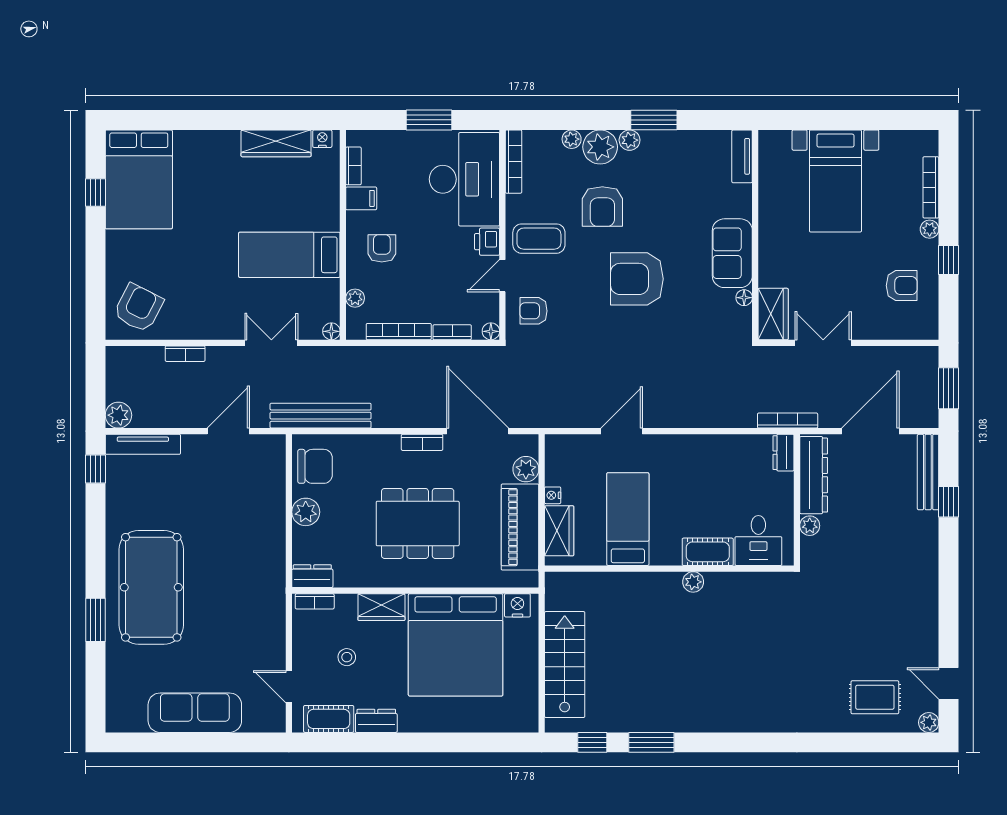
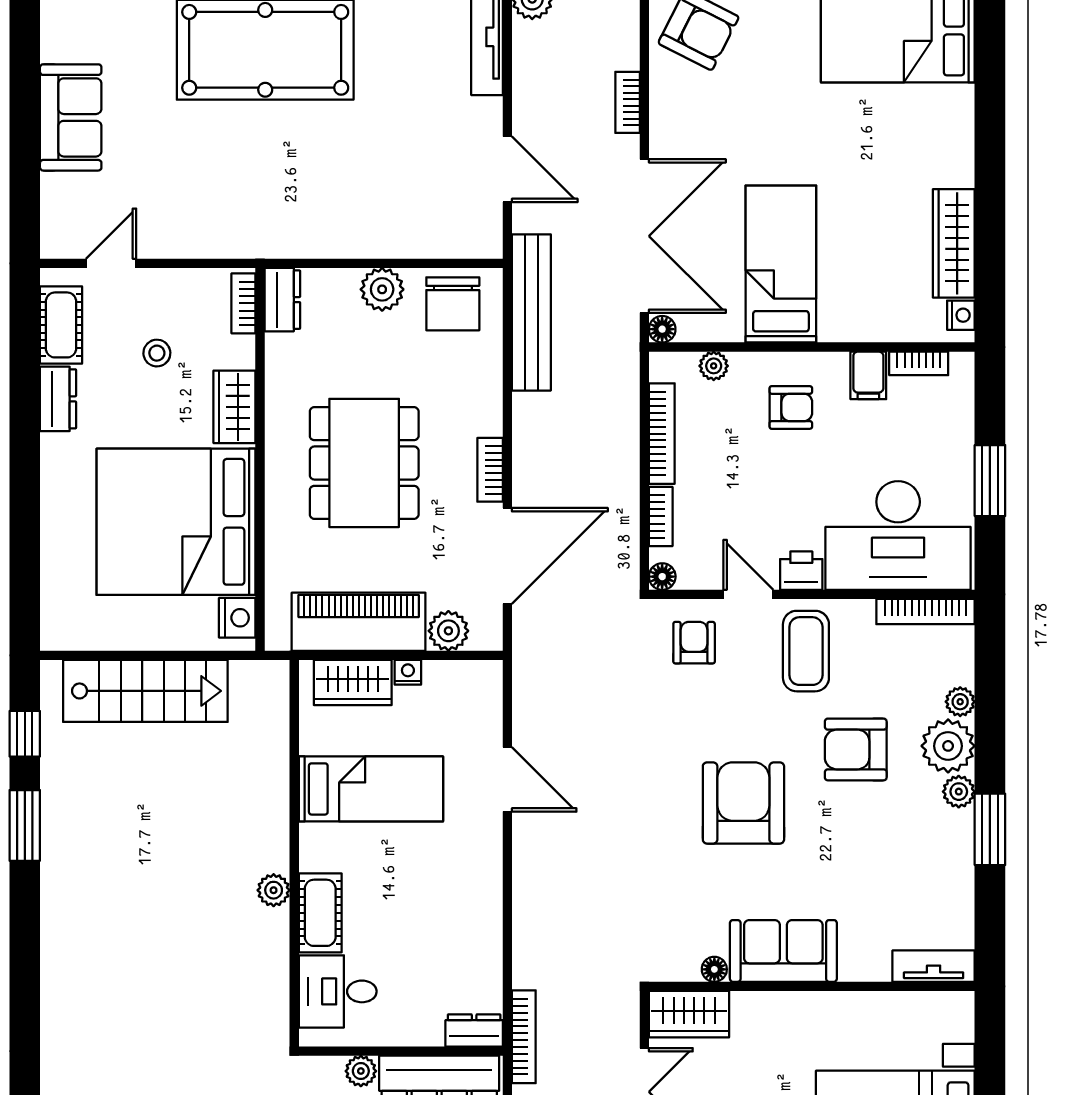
double door: (271, 343) -> (644, 236), width x1.87
sofa: (195, 713) -> (71, 117), width x0.73

